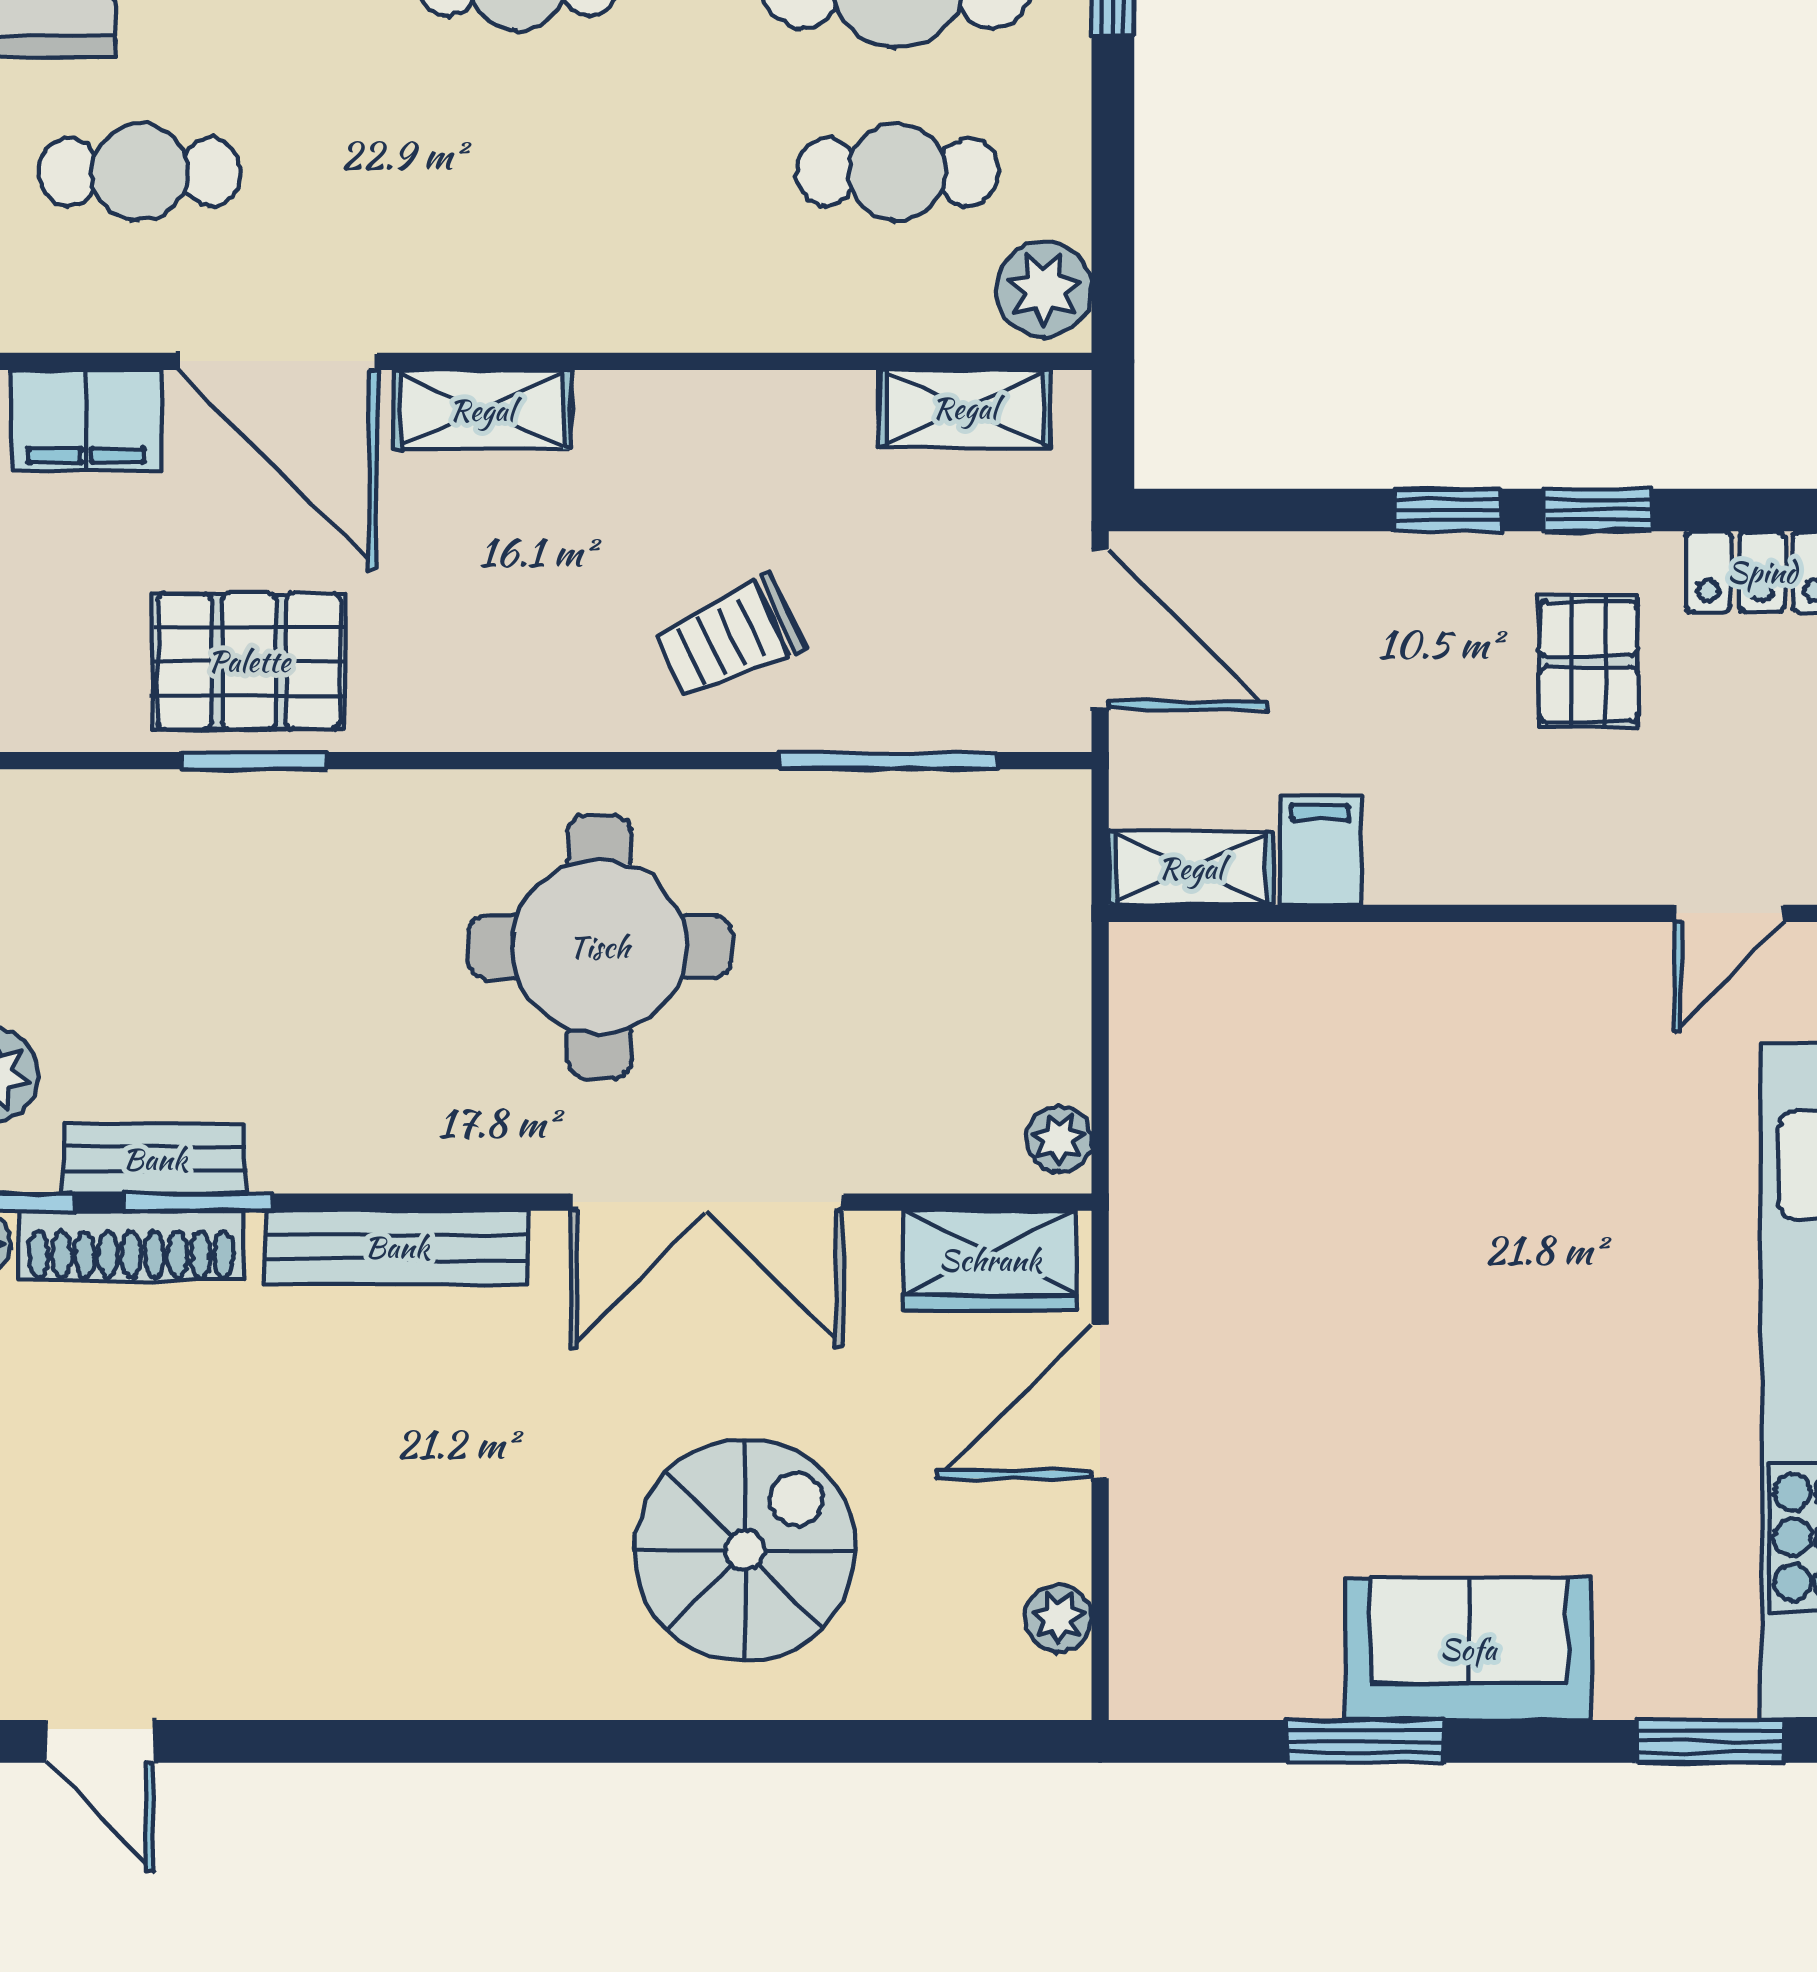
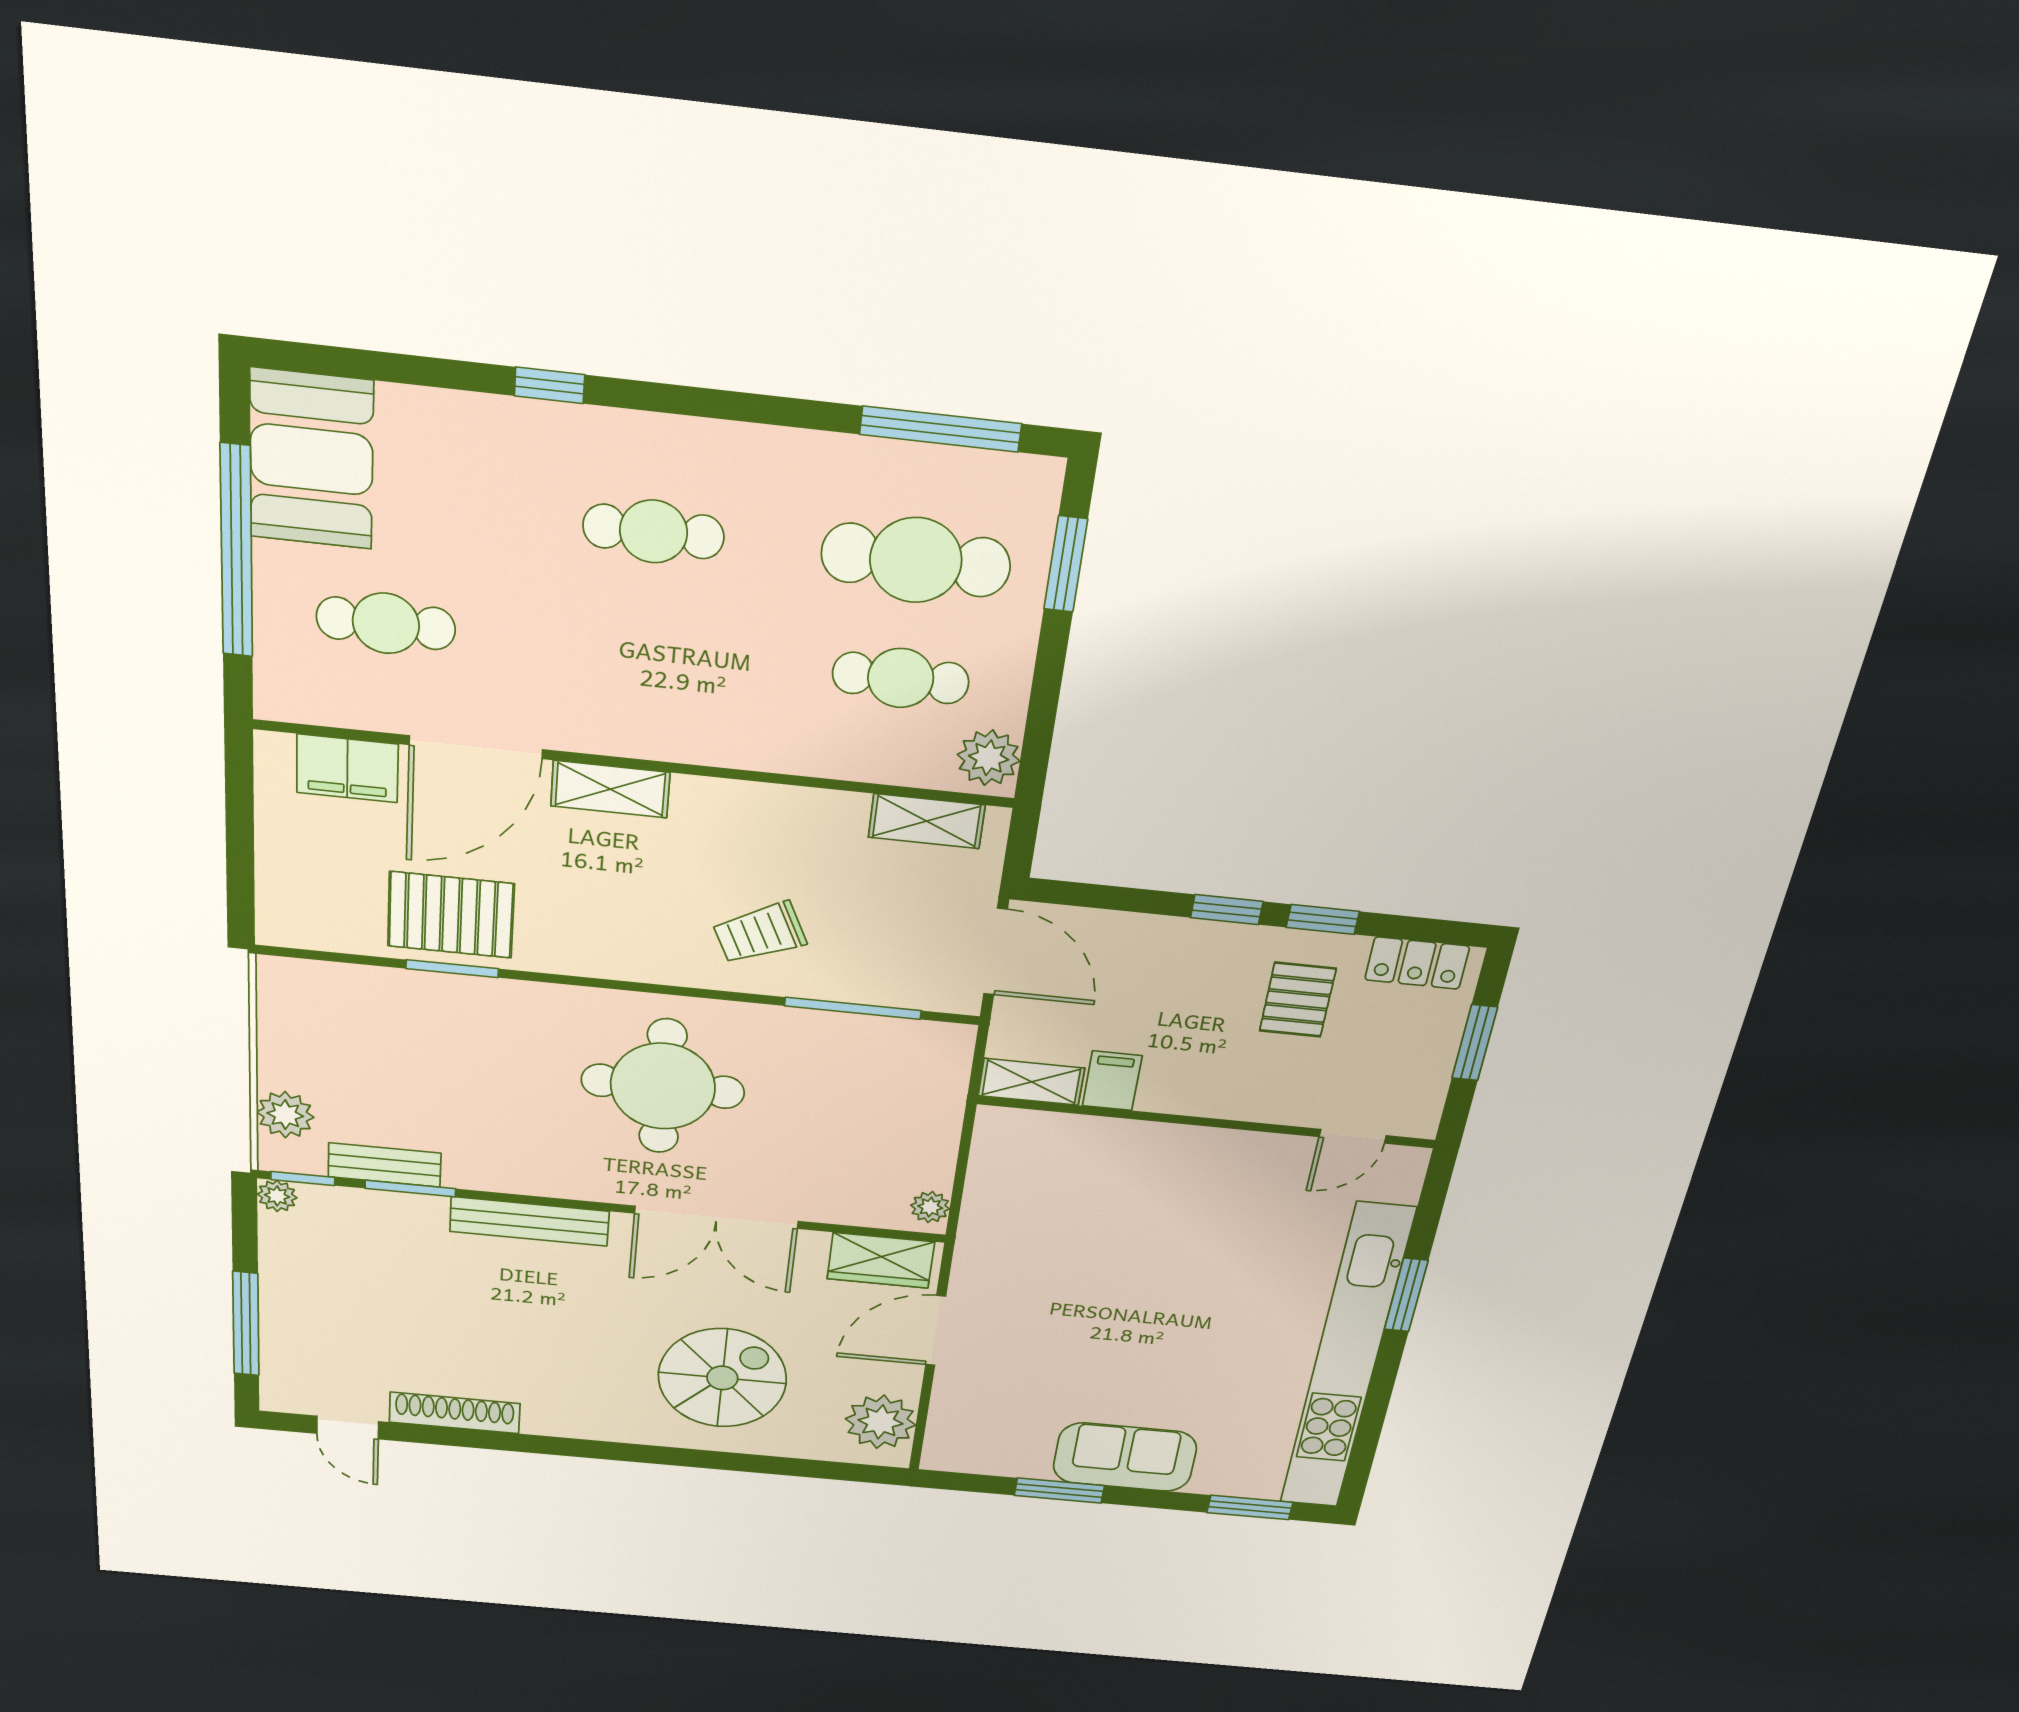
door: (277, 361) -> (476, 747), hinge flipped
shoe rack: (131, 1246) -> (455, 1413), moved, turned 180
plant: (1058, 1618) -> (881, 1422), width x1.87, depth x1.87

